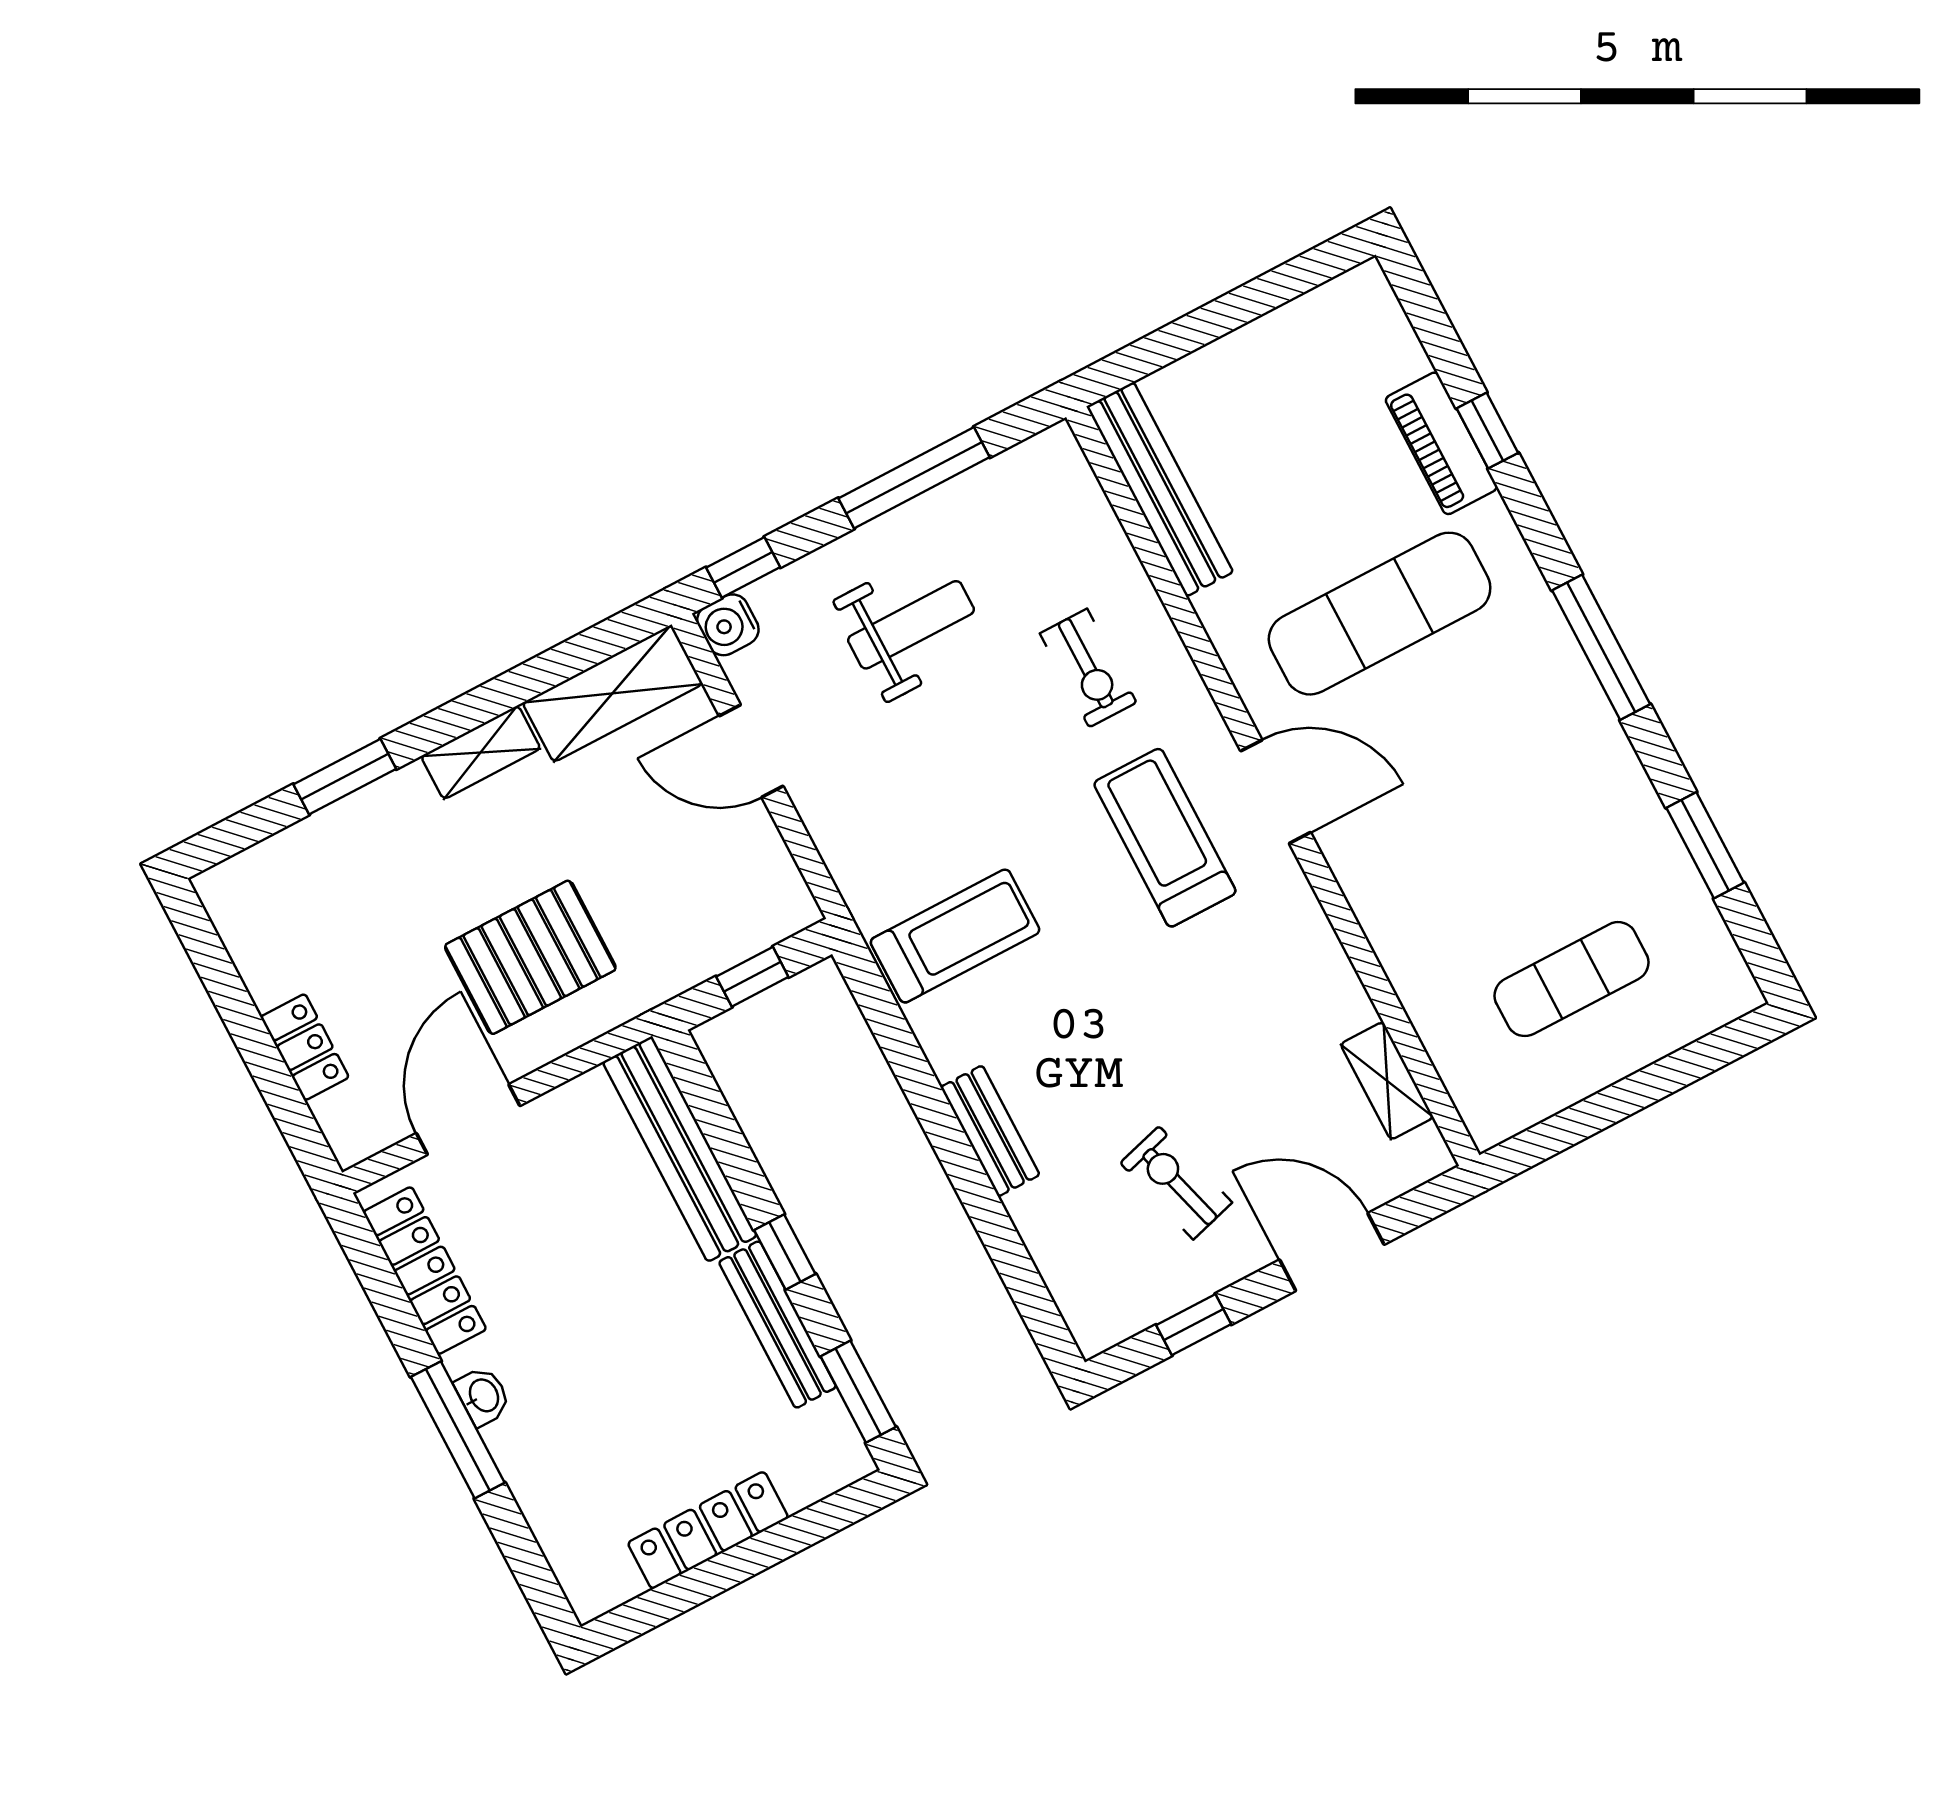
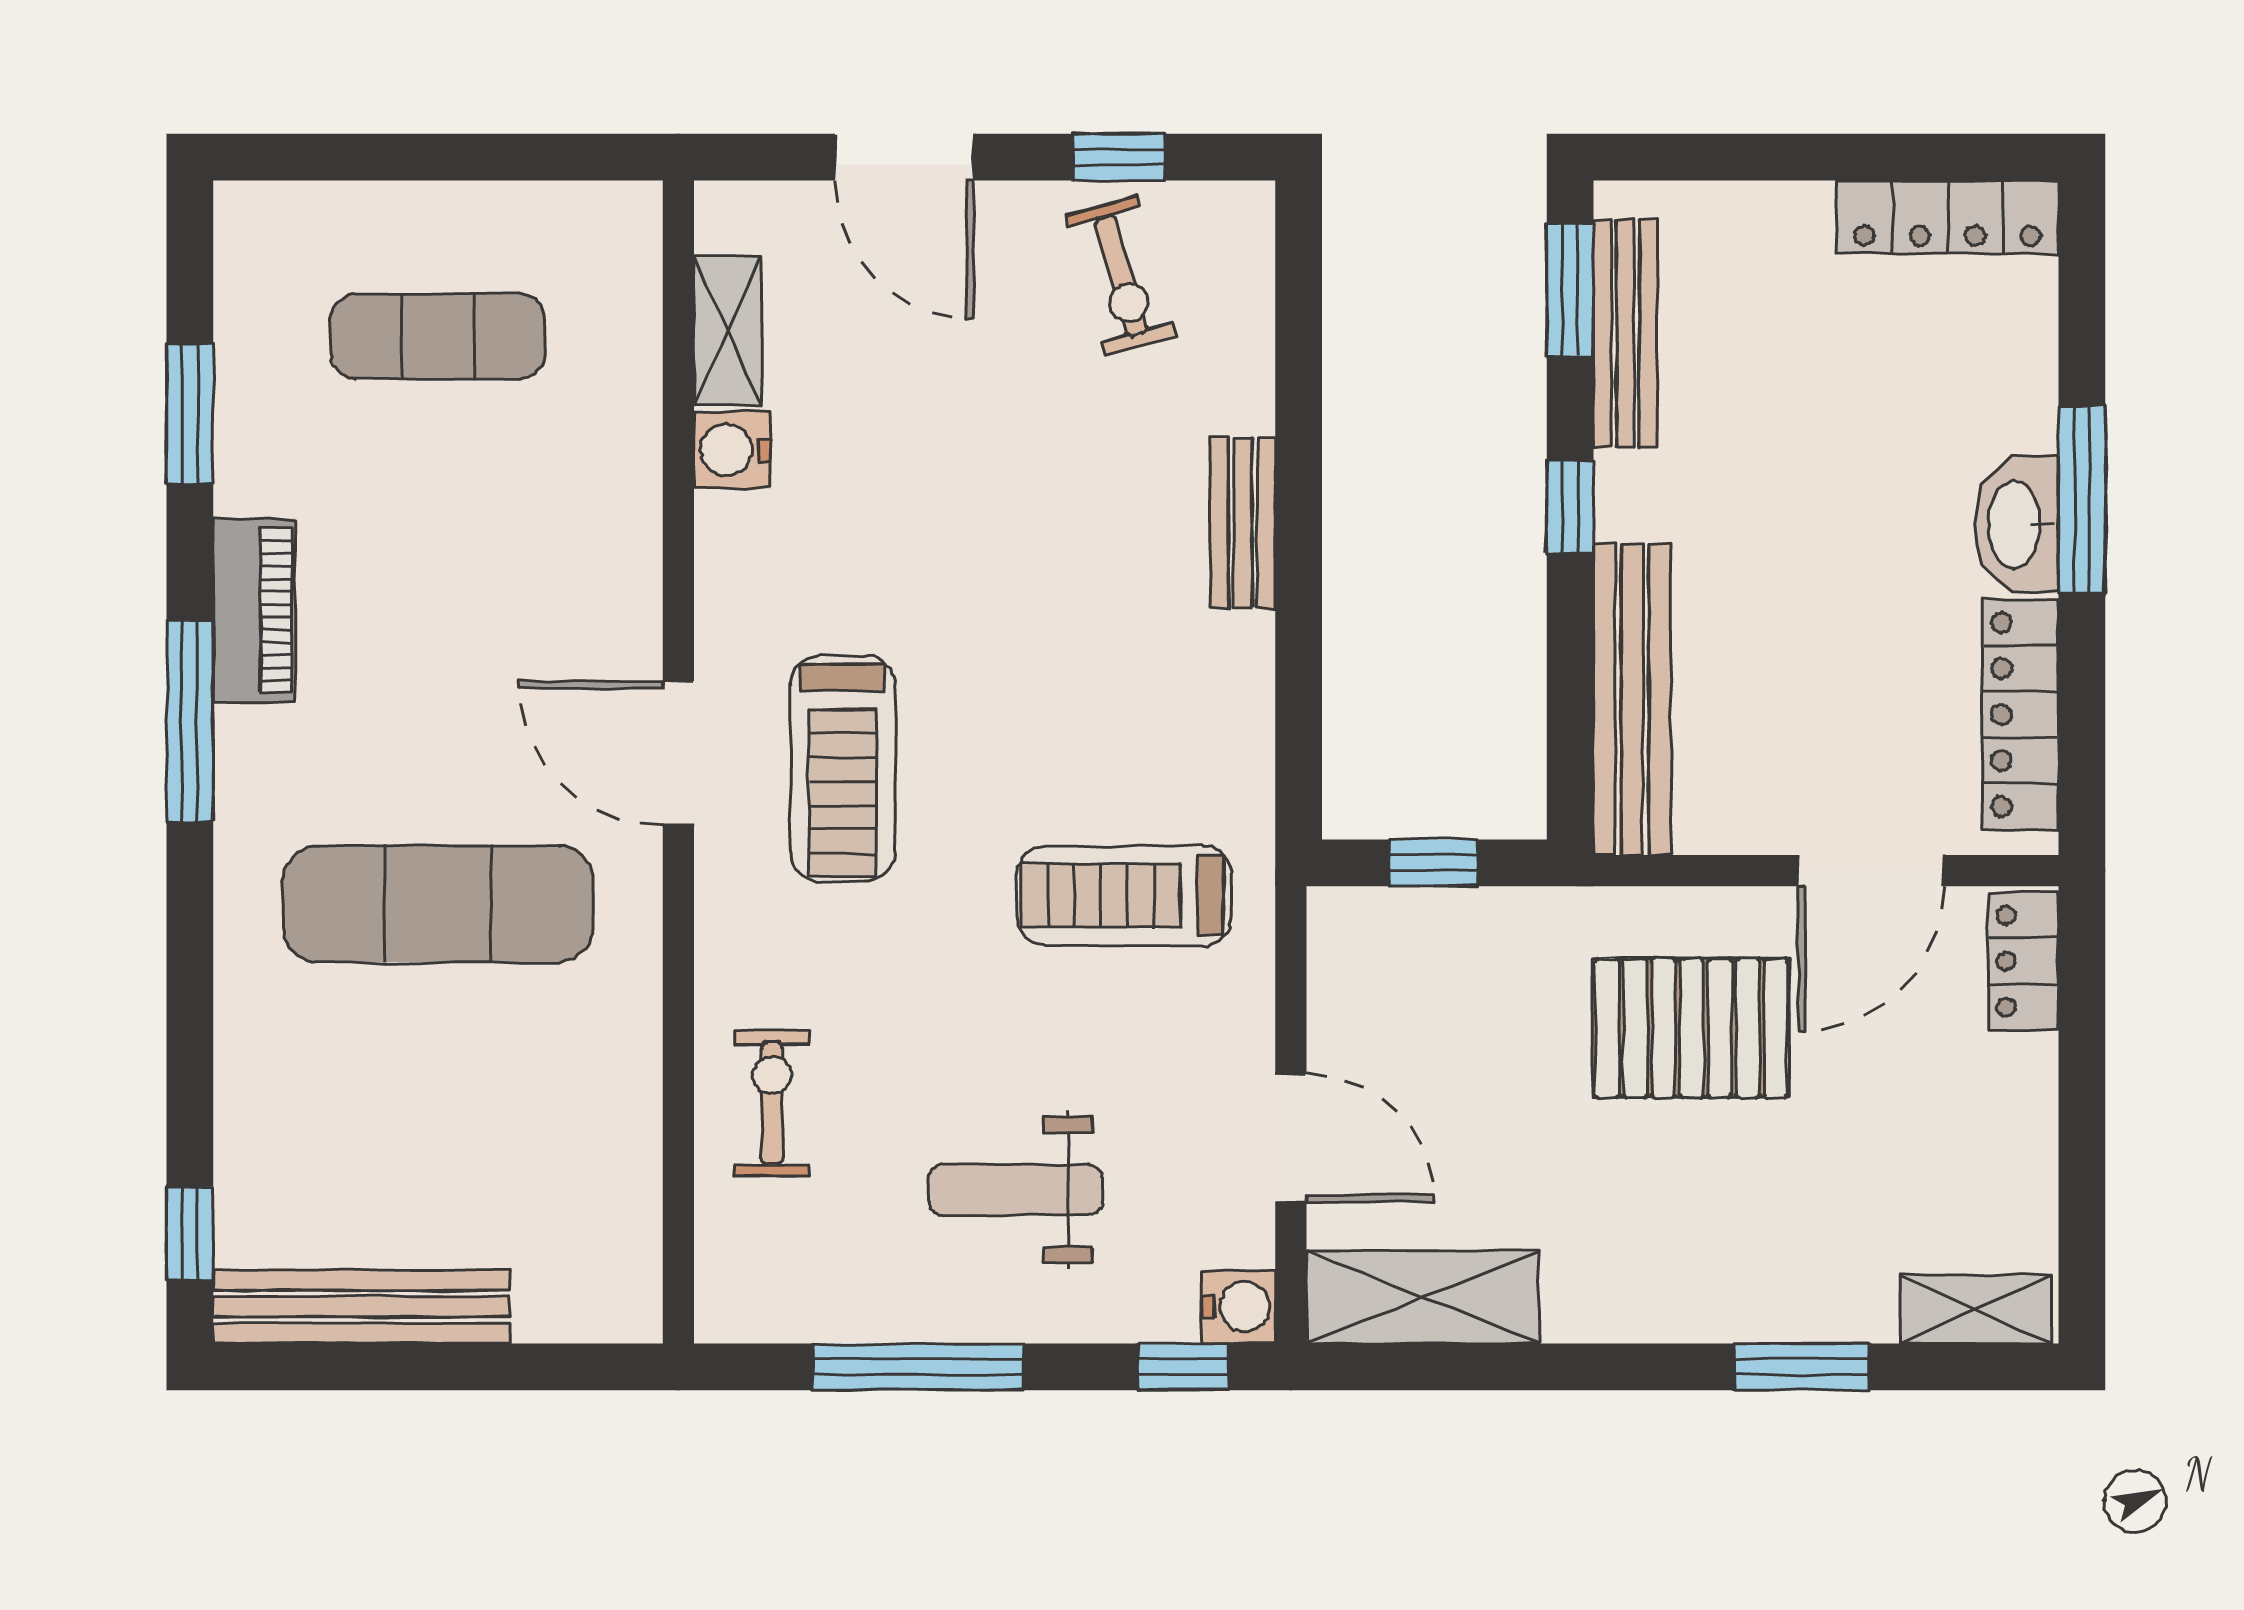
window: (1487, 431) -> (190, 1234), moved
piano: (1441, 443) -> (254, 611), moved
bench: (1160, 489) -> (361, 1307), moved, turned 90
exercise bike: (1088, 668) -> (772, 1103), moved
shelving: (481, 752) -> (1976, 1309), moved
treadmill: (955, 936) -> (1124, 896), moved
water cooler: (1344, 1005) -> (732, 450), added
locker: (305, 1047) -> (2024, 961), moved
exercise bike: (1176, 1183) -> (1121, 276), moved
bench: (778, 1325) -> (1625, 334), moved
washbasin: (483, 1396) -> (2017, 525), width x1.91, depth x1.45
locker: (708, 1530) -> (1948, 217), moved

